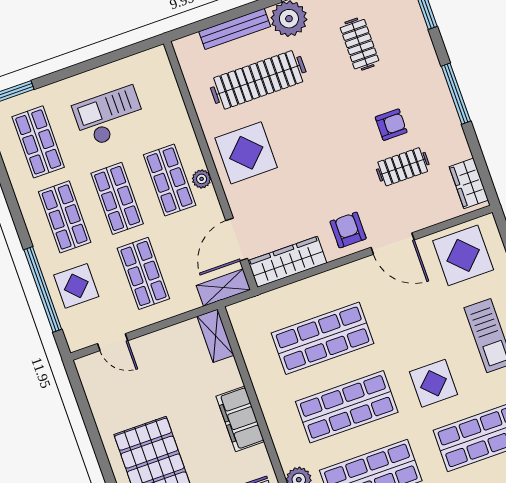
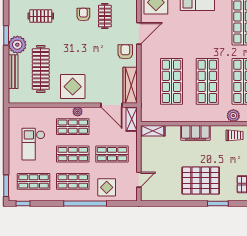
armchair: (348, 230) -> (125, 52), turned 90
window: (43, 289) -> (85, 203), moved
display table: (434, 383) -> (211, 37), removed

